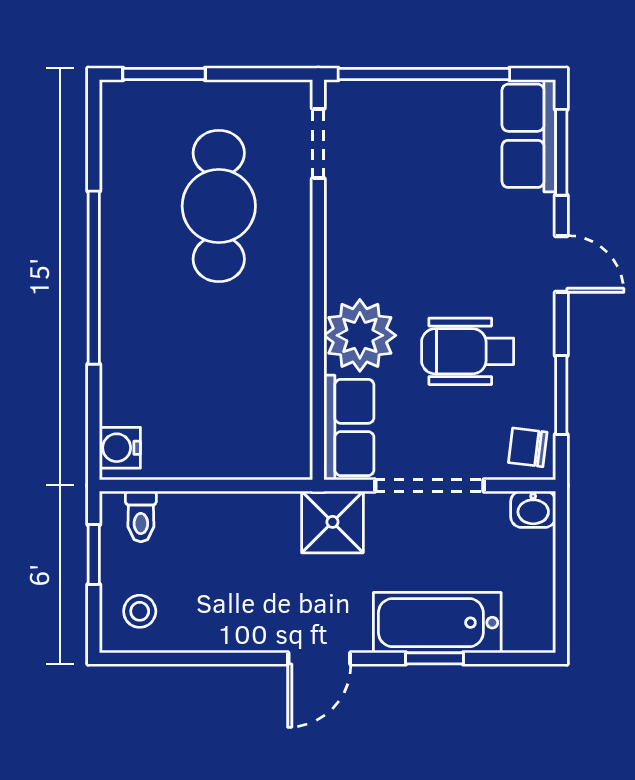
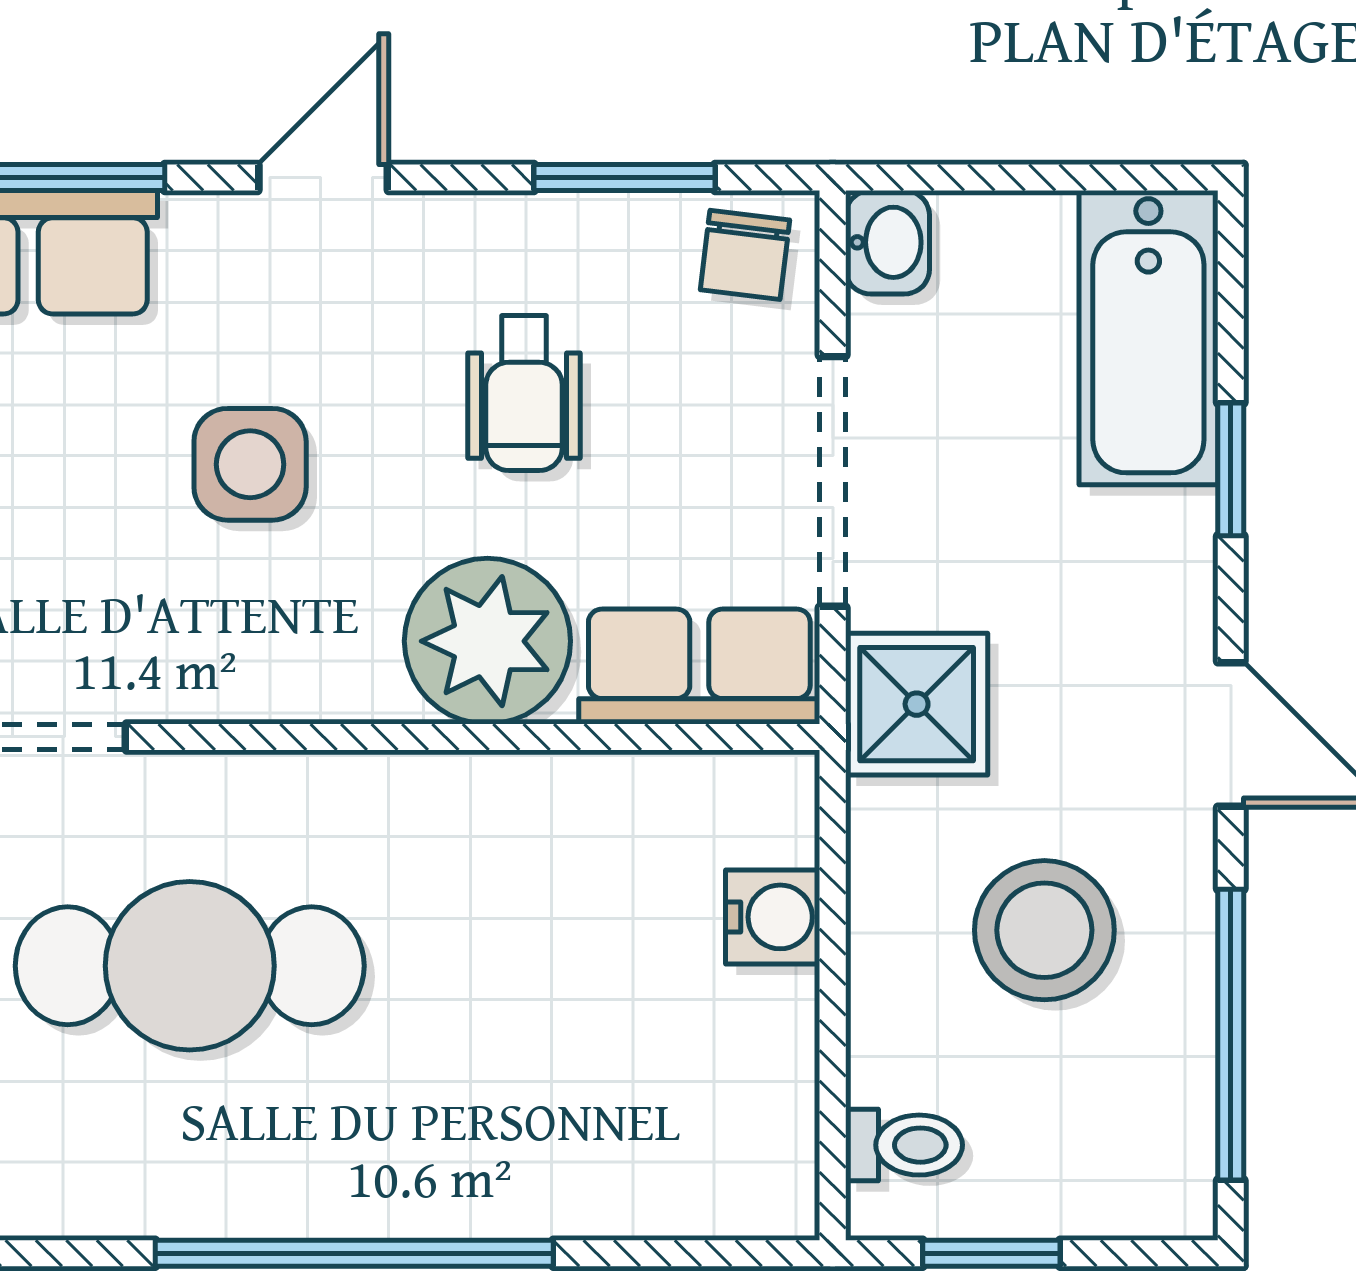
side table: (437, 232) -> (250, 464), added
wheelchair: (468, 351) -> (524, 393), width x0.73, depth x0.73
water cooler: (120, 448) -> (773, 917), moved, turned -90
stool: (140, 611) -> (1044, 930), moved, width x1.89, depth x1.89
bathtub: (437, 623) -> (1148, 338), moved
window: (189, 658) -> (1231, 1035), added

